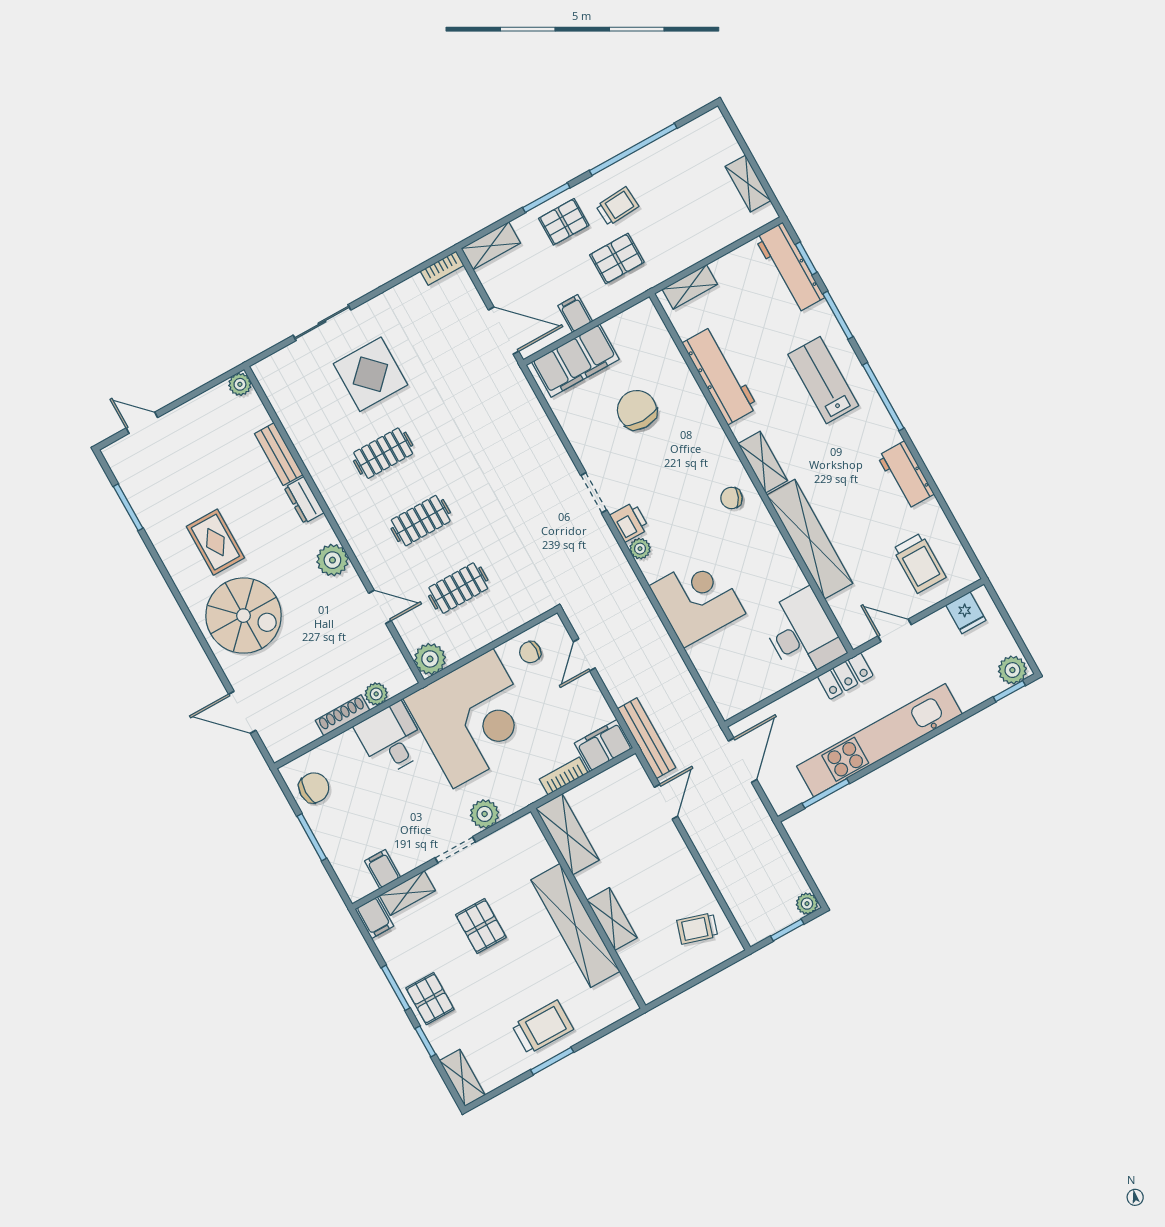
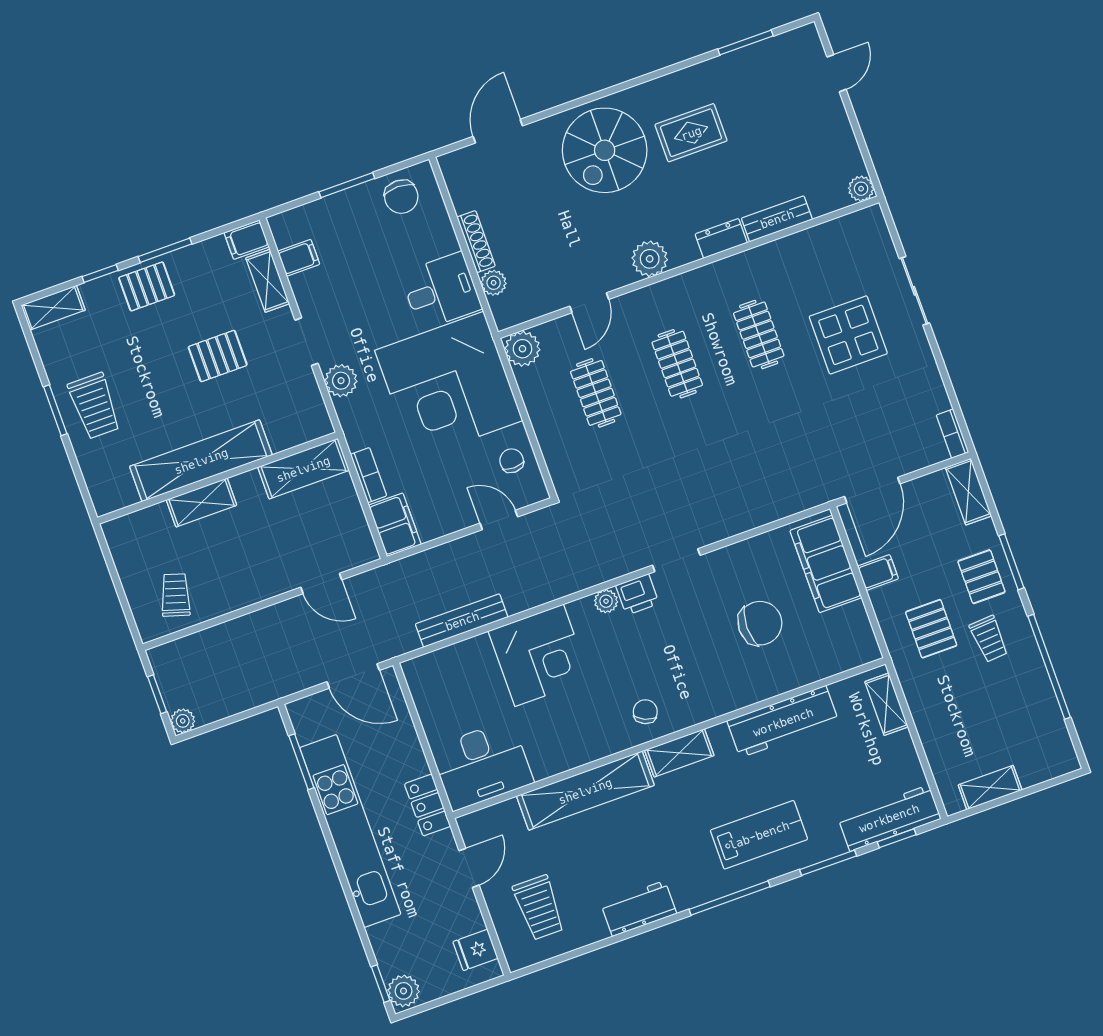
trolley: (919, 563) -> (539, 908), turned -90
bench: (647, 738) -> (462, 621), moved

